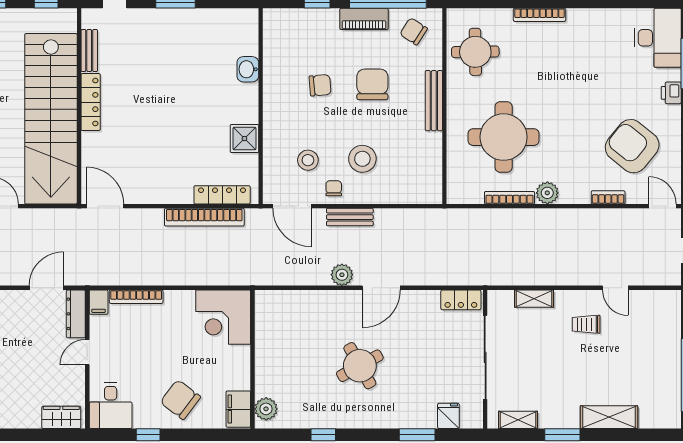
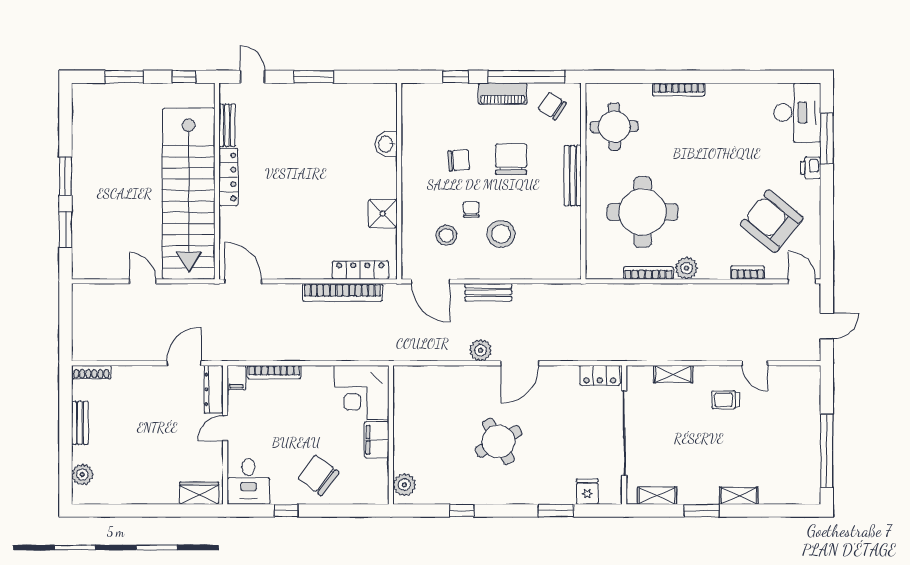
chair: (334, 188) -> (471, 209), moved
filing cabinet: (238, 409) -> (377, 440), moved
shelving: (609, 417) -> (739, 496), width x0.67, depth x0.75

